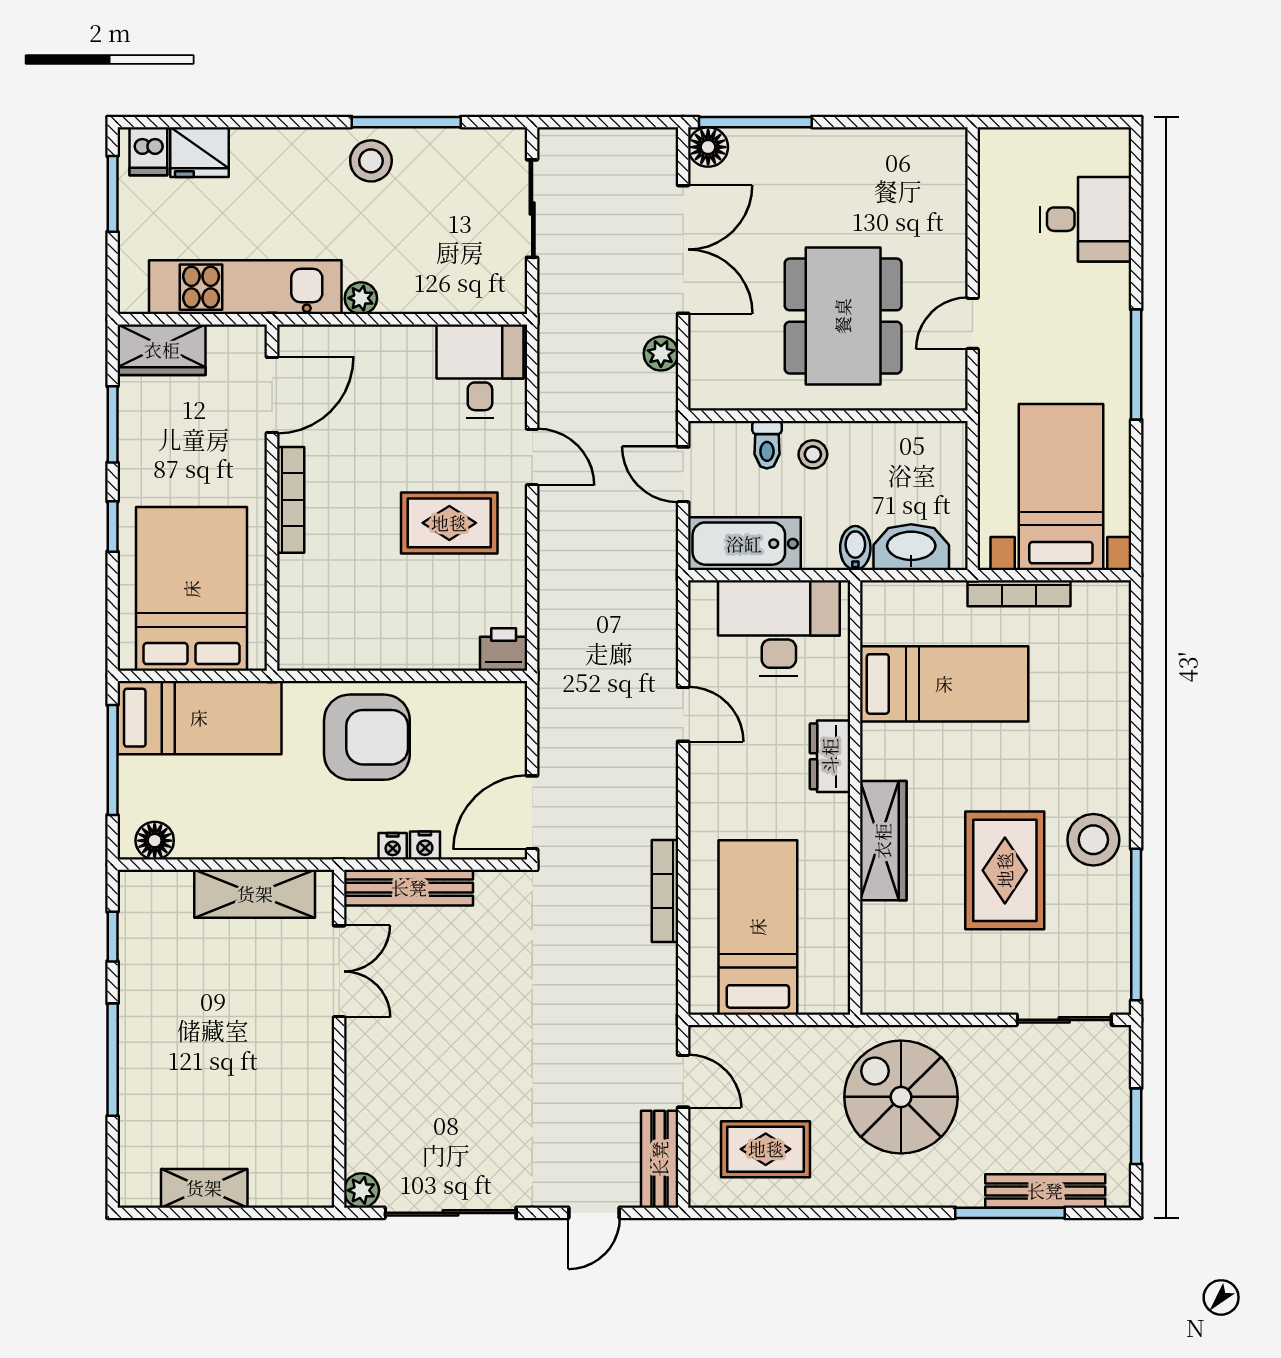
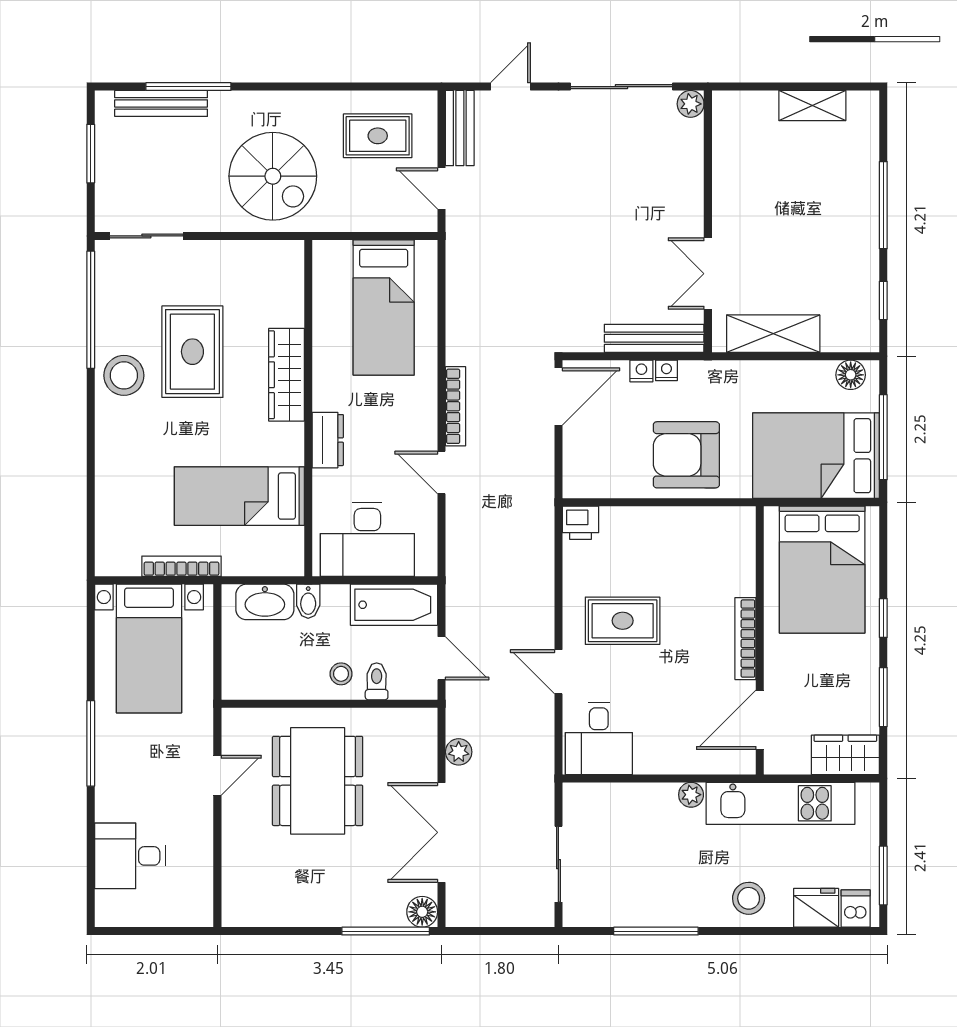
stool: (371, 161) -> (749, 898), moved
bed: (199, 718) -> (816, 456), width x1.50
bookcase: (665, 891) -> (456, 406), moved

